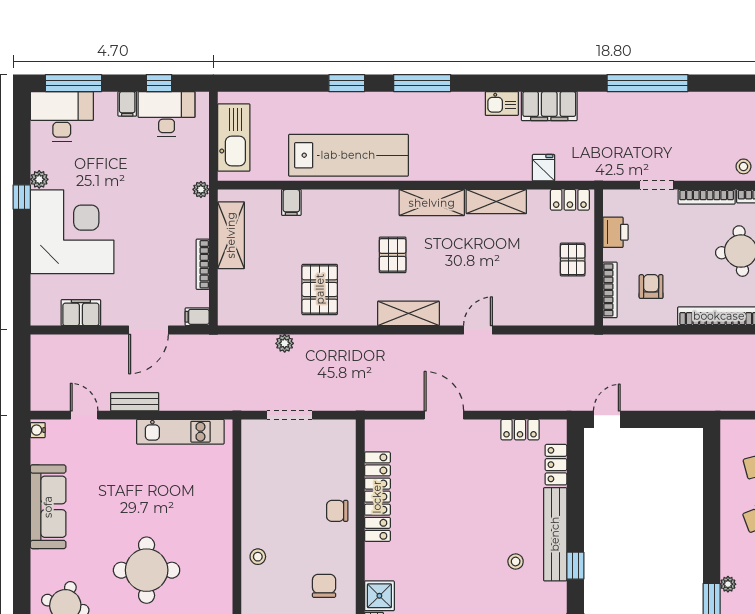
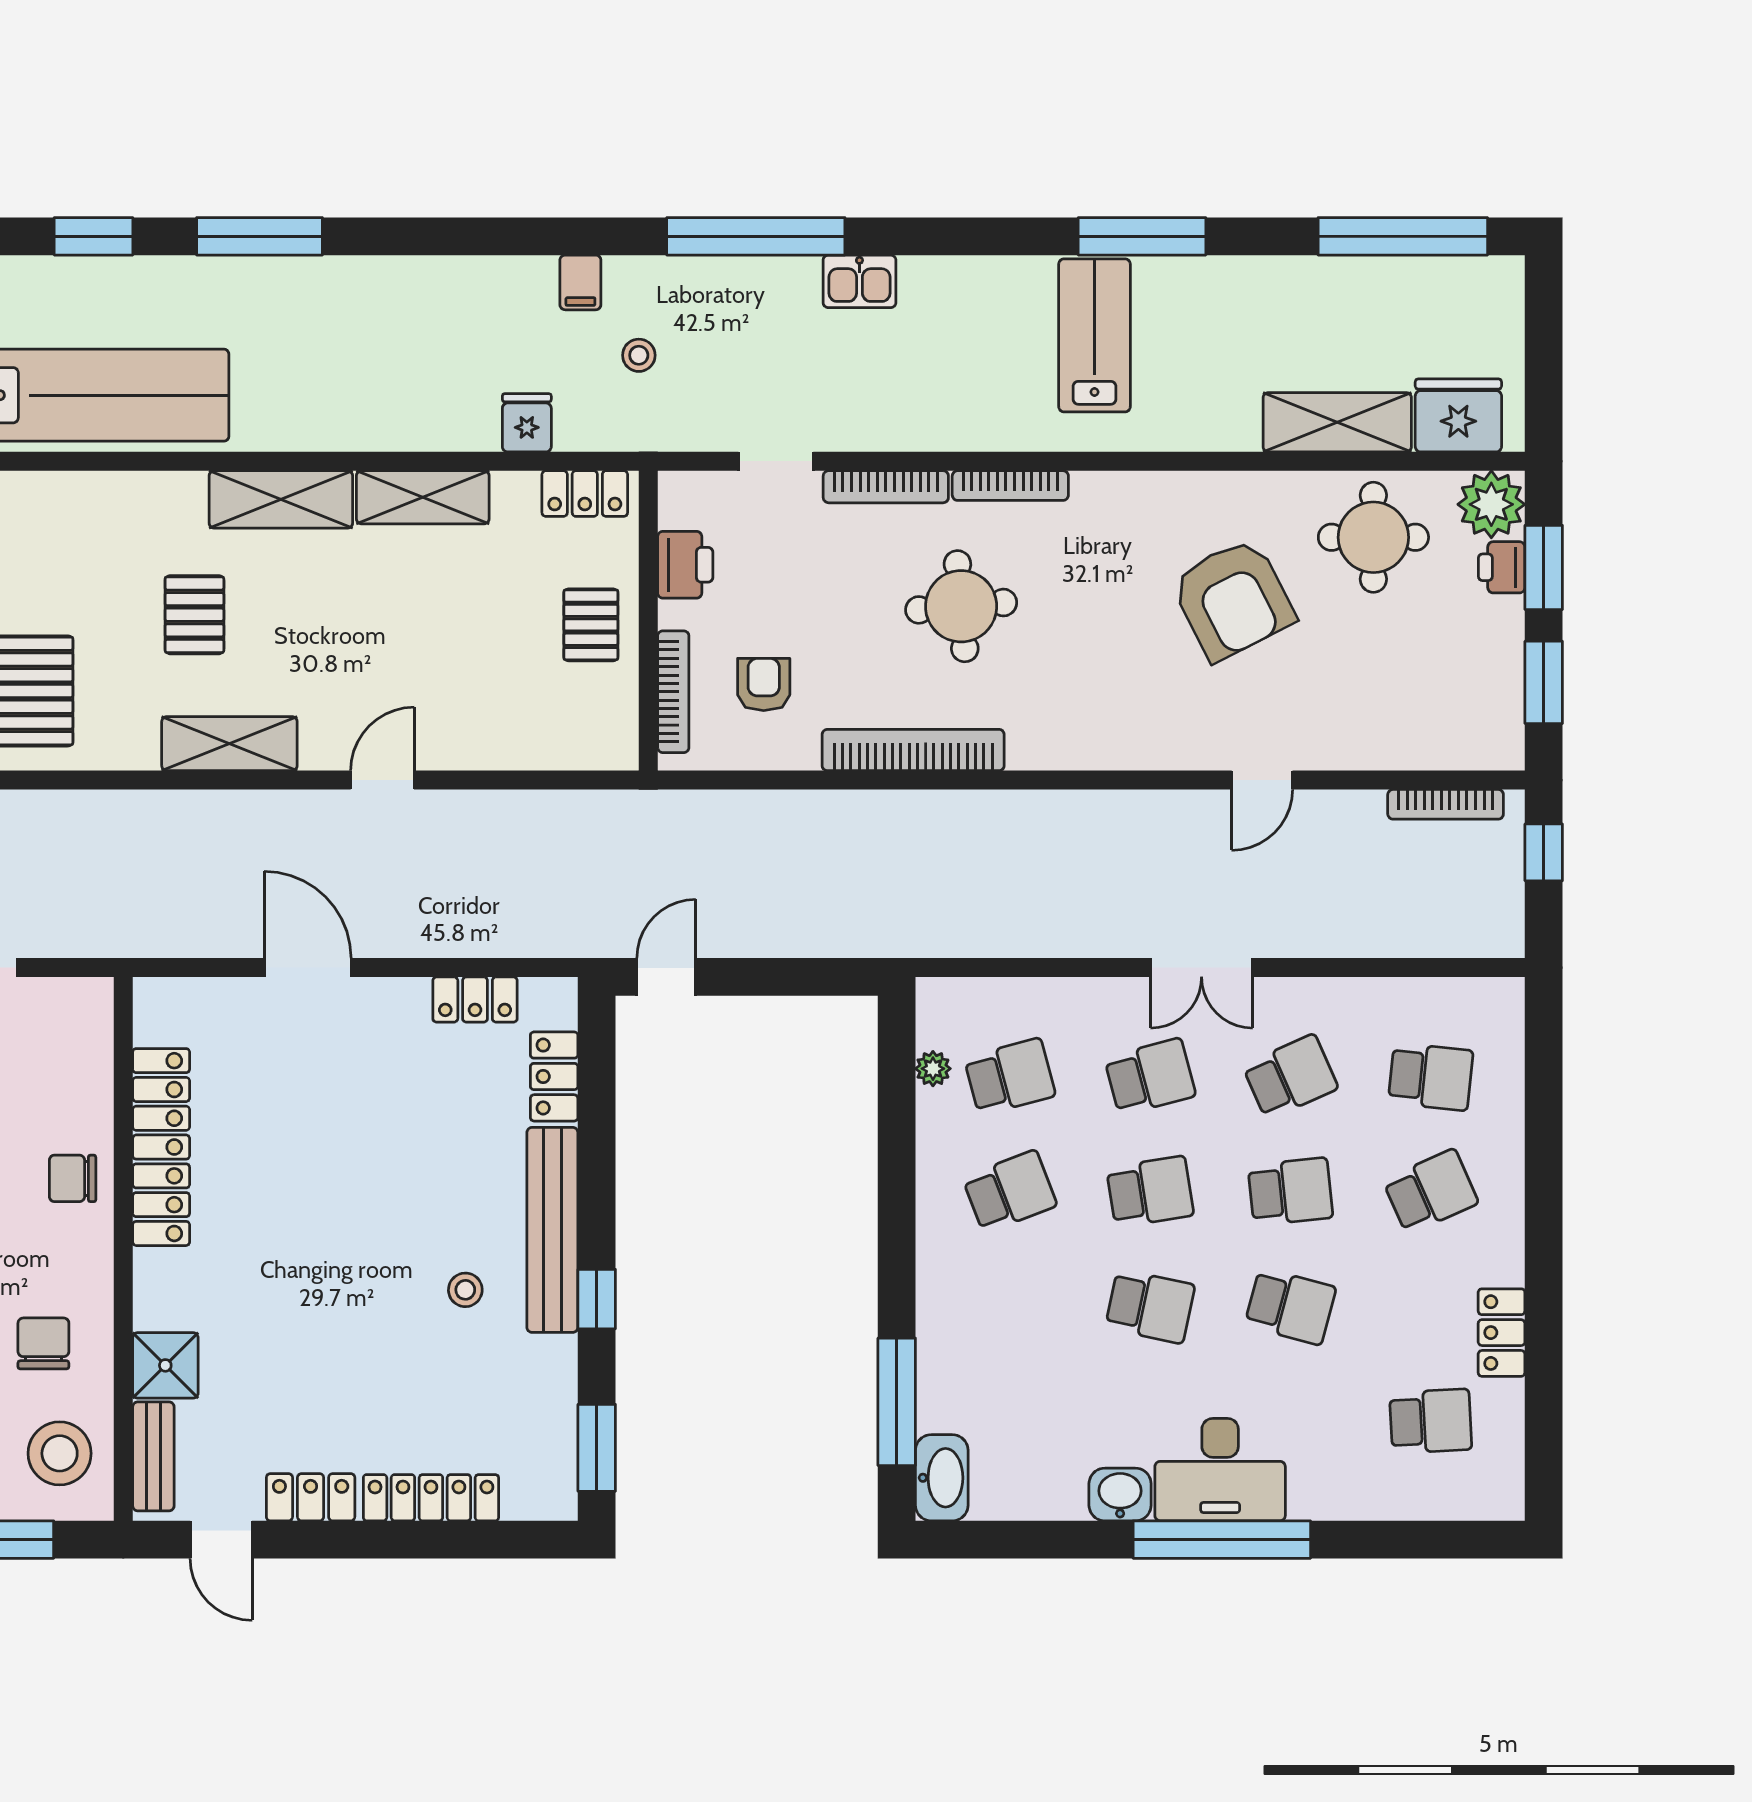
kitchen sink: (502, 104) -> (859, 281), moved
filing cabinet: (549, 106) -> (580, 282), width x0.33, depth x0.86
stool: (743, 166) -> (639, 355), moved
plant: (728, 584) -> (933, 1069), moved

